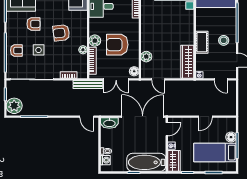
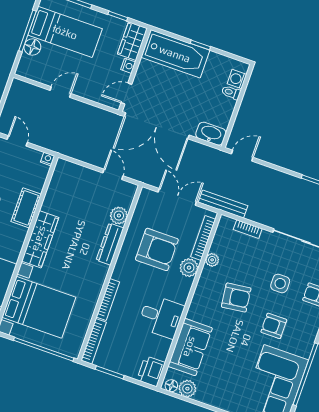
dresser: (146, 38) -> (110, 244), added
wardrobe: (187, 62) -> (40, 239), moved
floor lamp: (134, 71) -> (145, 200), removed
door: (87, 117) -> (242, 156), hinge flipped

